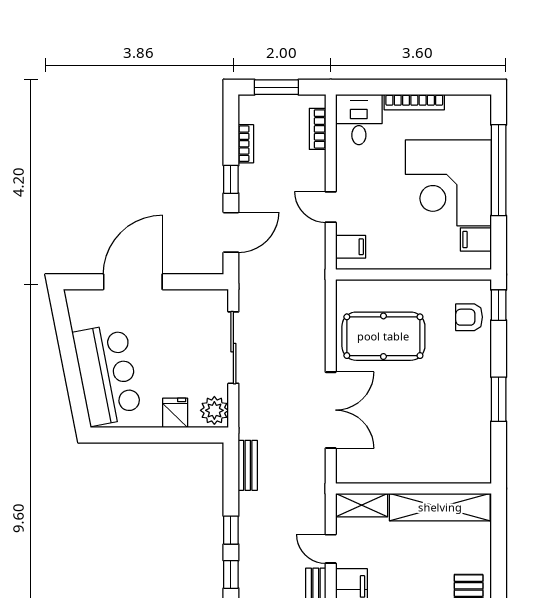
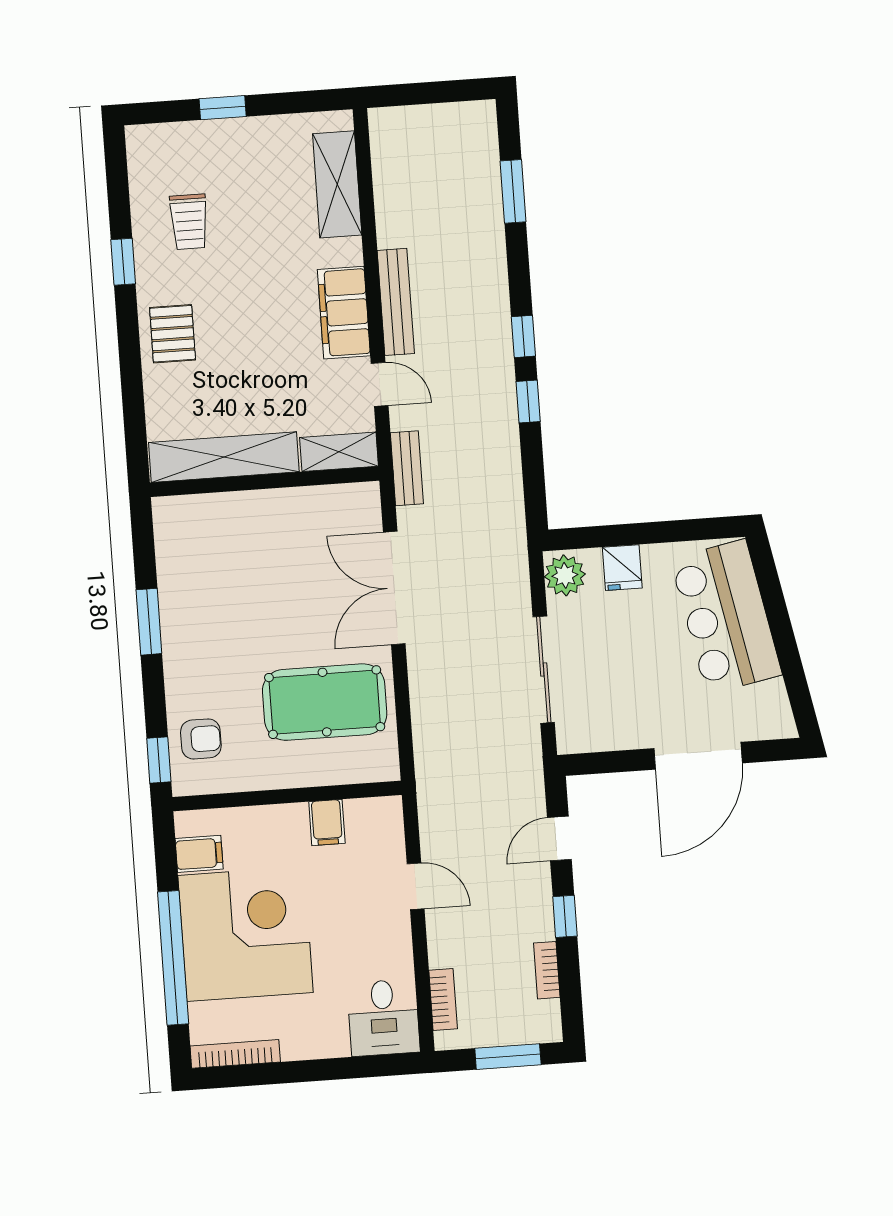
bookcase: (414, 102) -> (235, 1054), moved
door: (231, 232) -> (559, 839), width x0.73
filing cabinet: (351, 247) -> (327, 822), moved, turned -90
bench: (248, 465) -> (407, 468), moved

